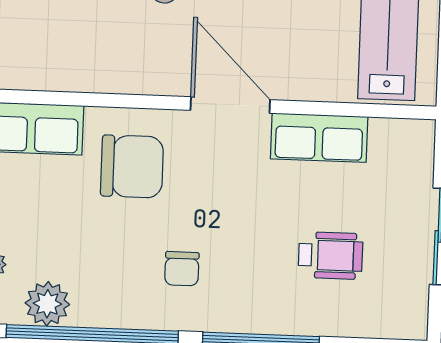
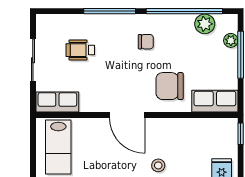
row of seats: (319, 138) -> (57, 102), moved
chair: (182, 269) -> (146, 42), turned 90

